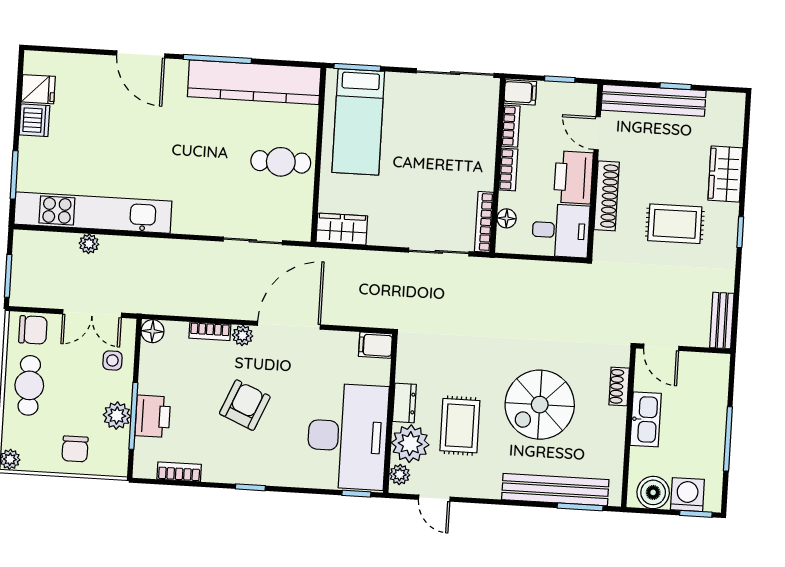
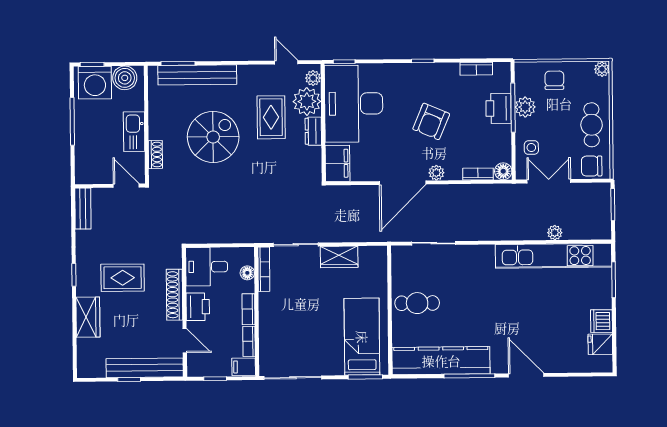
printer: (573, 177) -> (198, 307), width x0.73, depth x0.84
wardrobe: (342, 229) -> (339, 257), moved
bookcase: (210, 331) -> (478, 174), moved
filing cabinet: (376, 345) -> (338, 163), width x2.00
washing machine: (687, 495) -> (95, 83), width x1.37, depth x1.37

